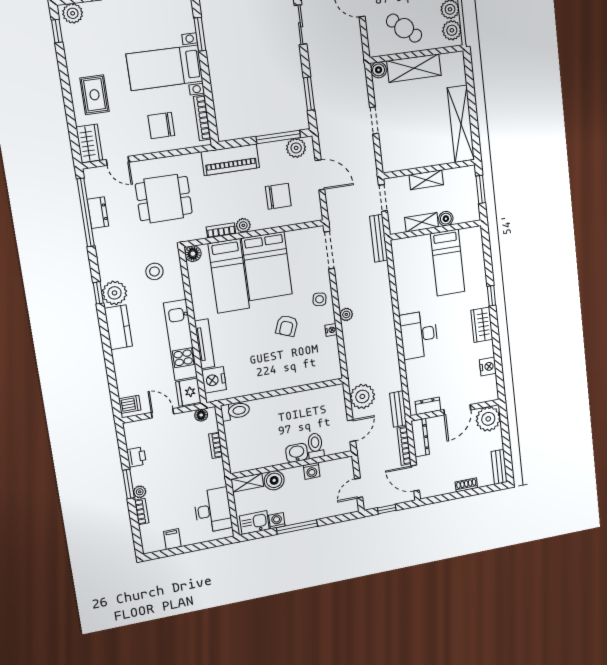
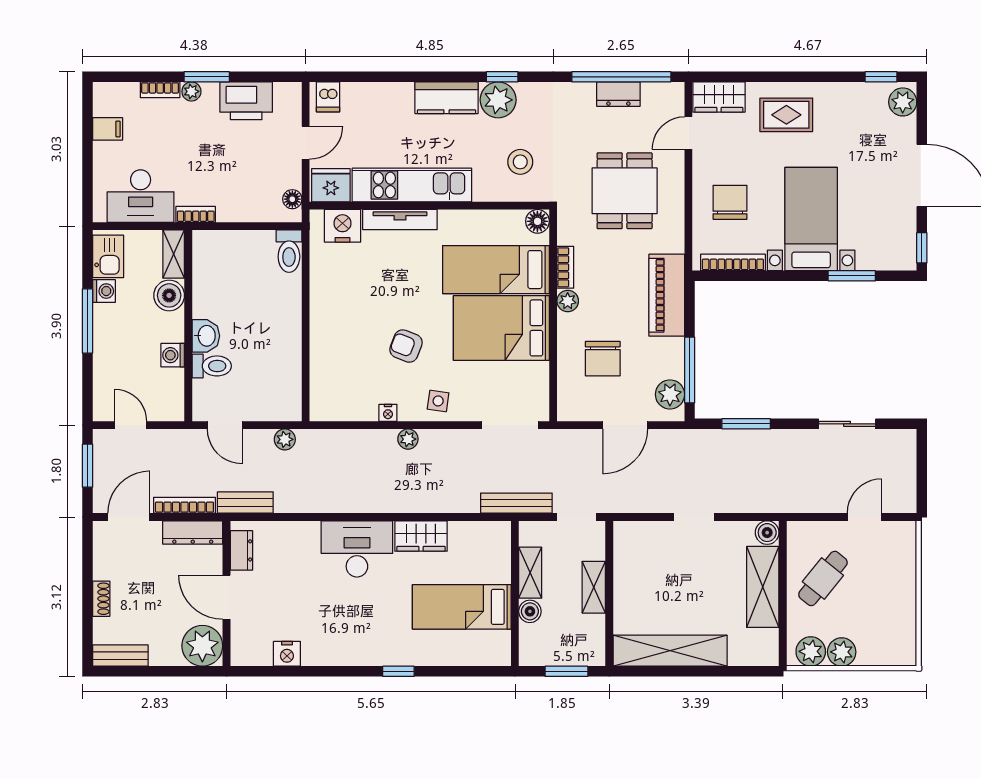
wardrobe: (482, 325) -> (421, 536), moved, turned 180
plant: (362, 396) -> (285, 439), width x0.53, depth x0.53
bookcase: (216, 445) -> (196, 214), moved
printer: (136, 457) -> (246, 101), width x1.87, depth x1.48
window: (387, 509) -> (88, 466), width x1.50

